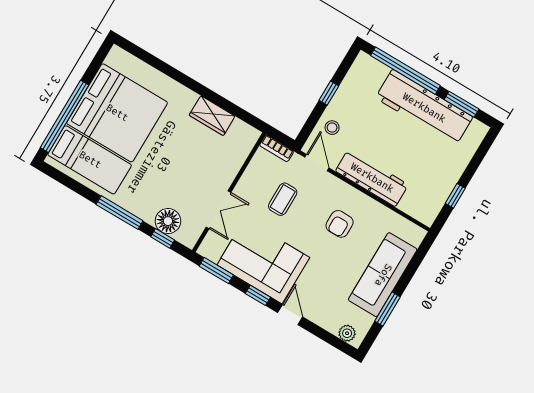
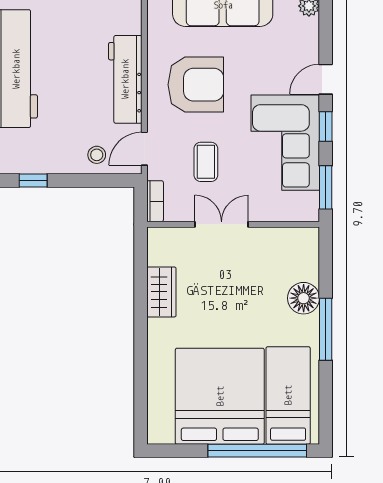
window: (329, 93) -> (33, 180), moved
coffee table: (283, 199) -> (206, 162), turned 90
double door: (219, 210) -> (222, 224), moved
floor lamp: (168, 221) -> (304, 298), moved
armchair: (340, 224) -> (196, 85), width x1.88, depth x1.88
window: (163, 238) -> (326, 266), removed

